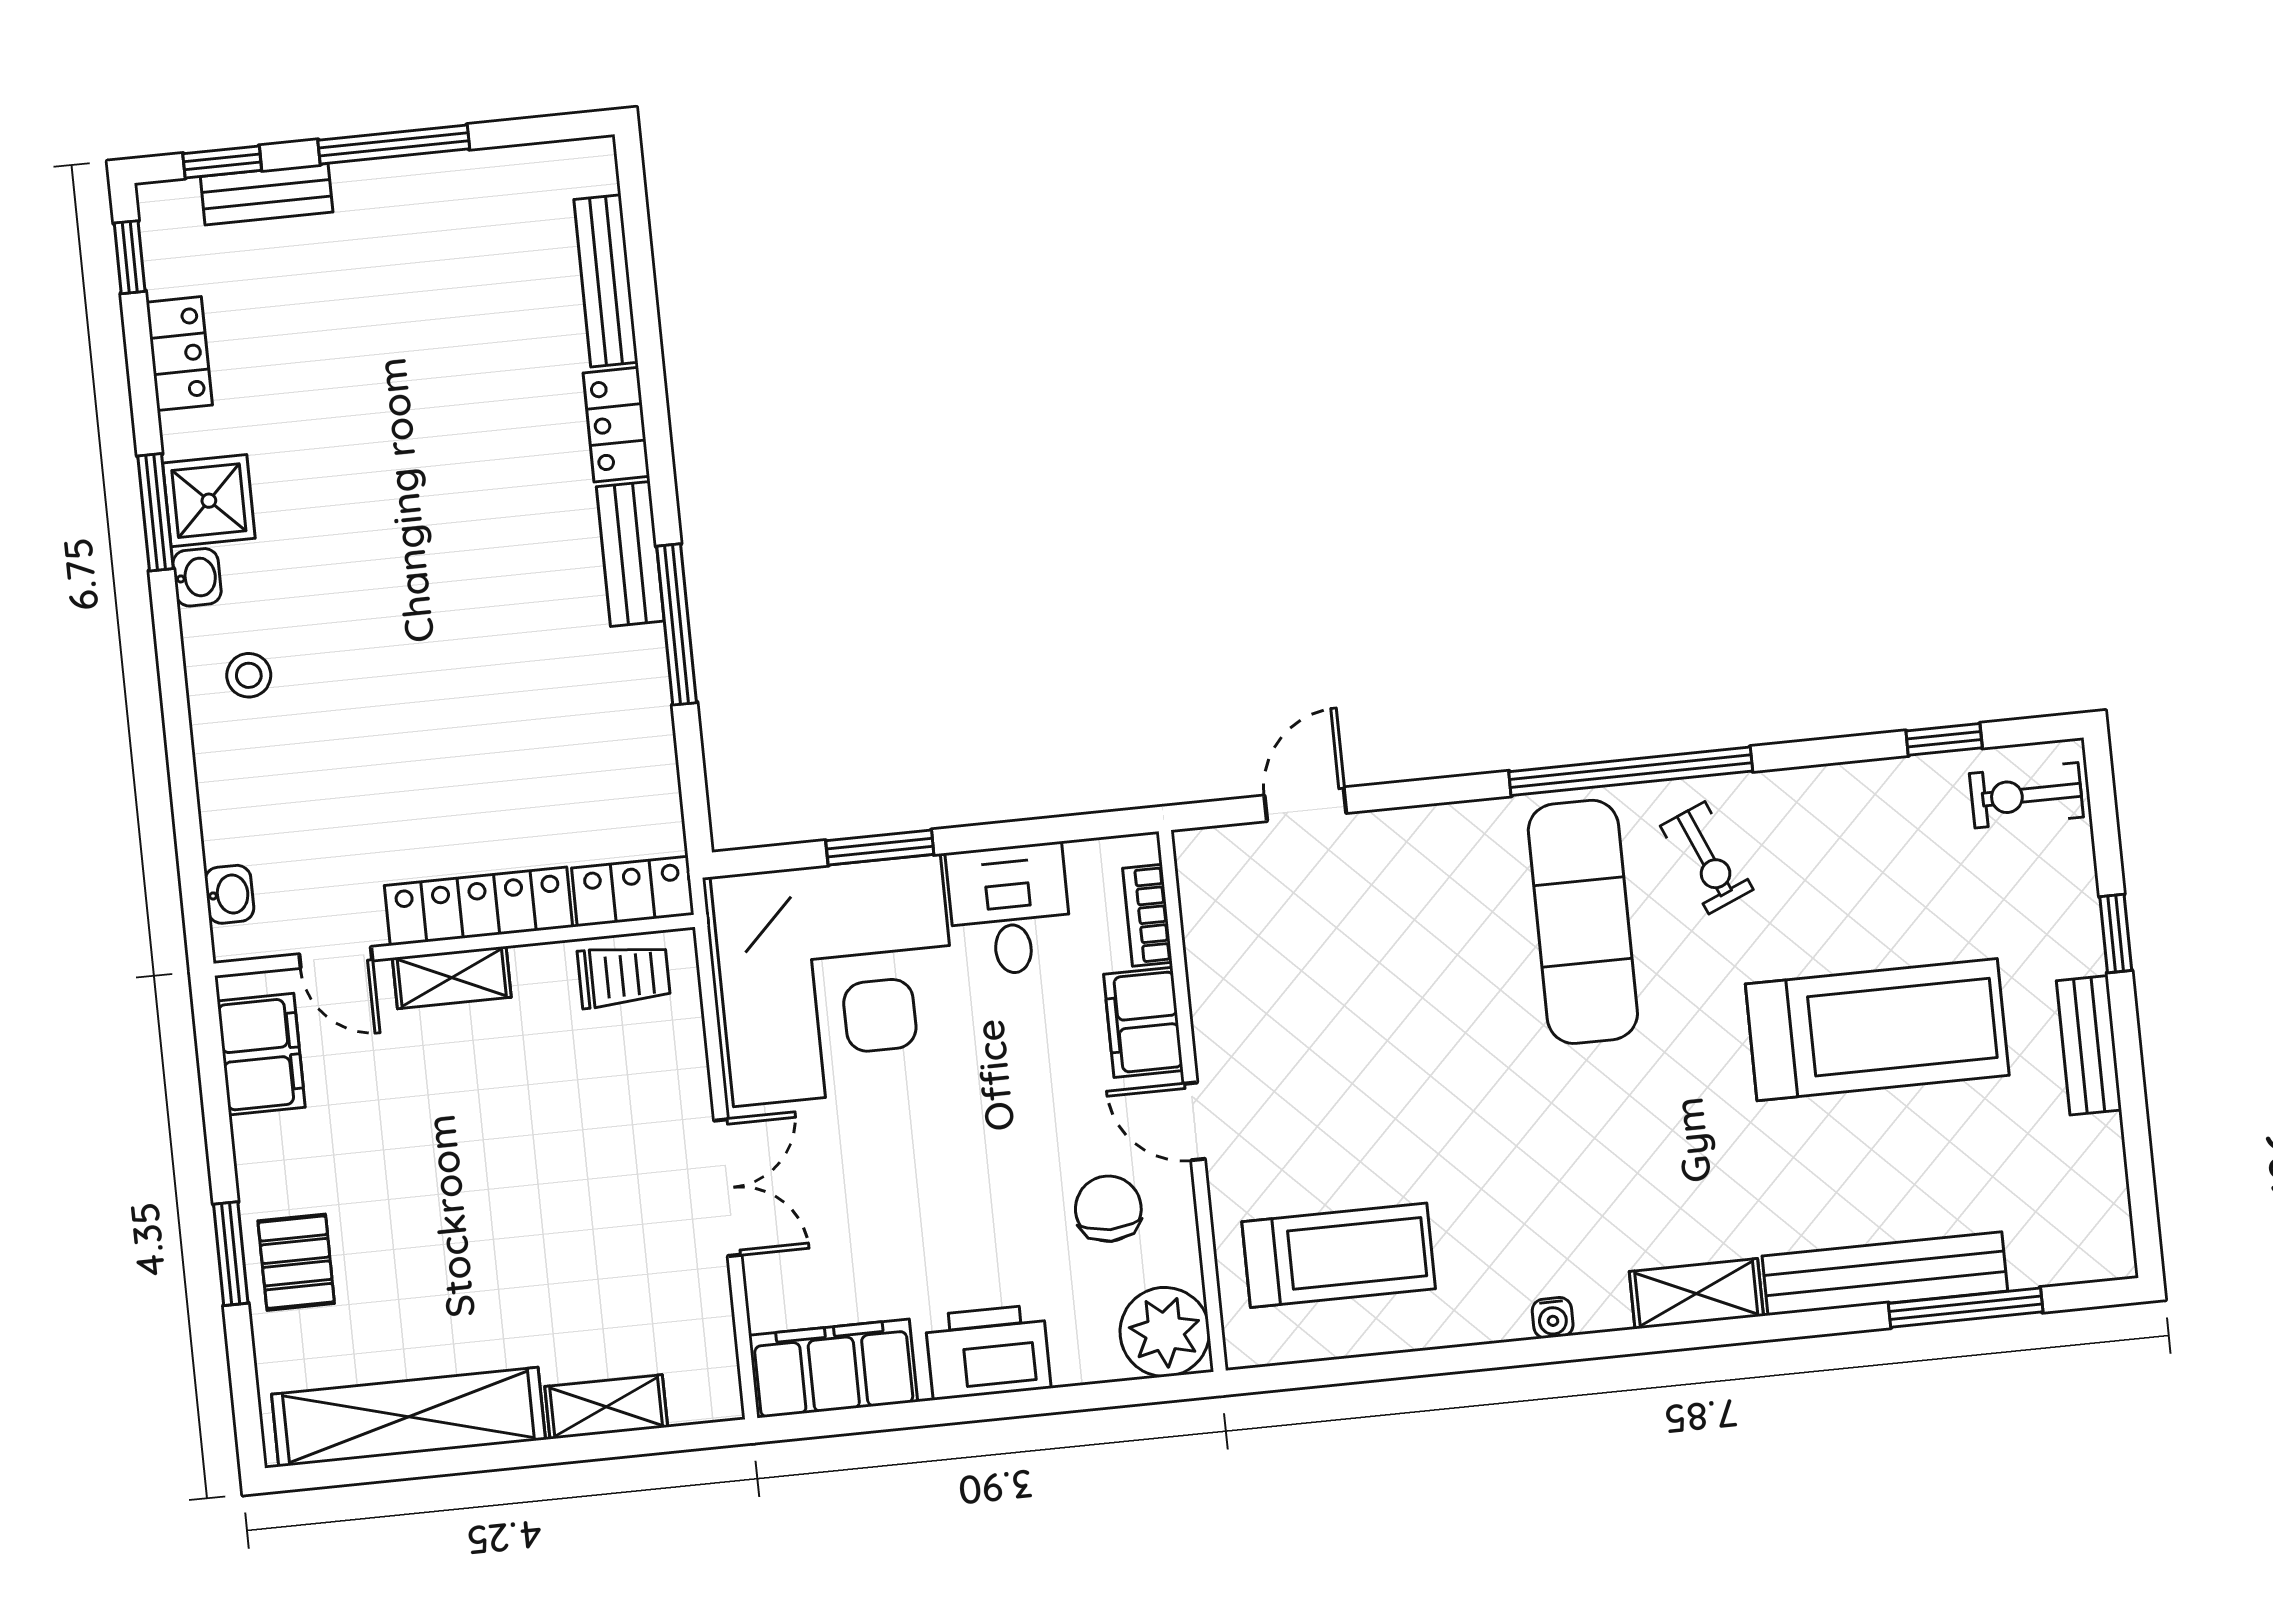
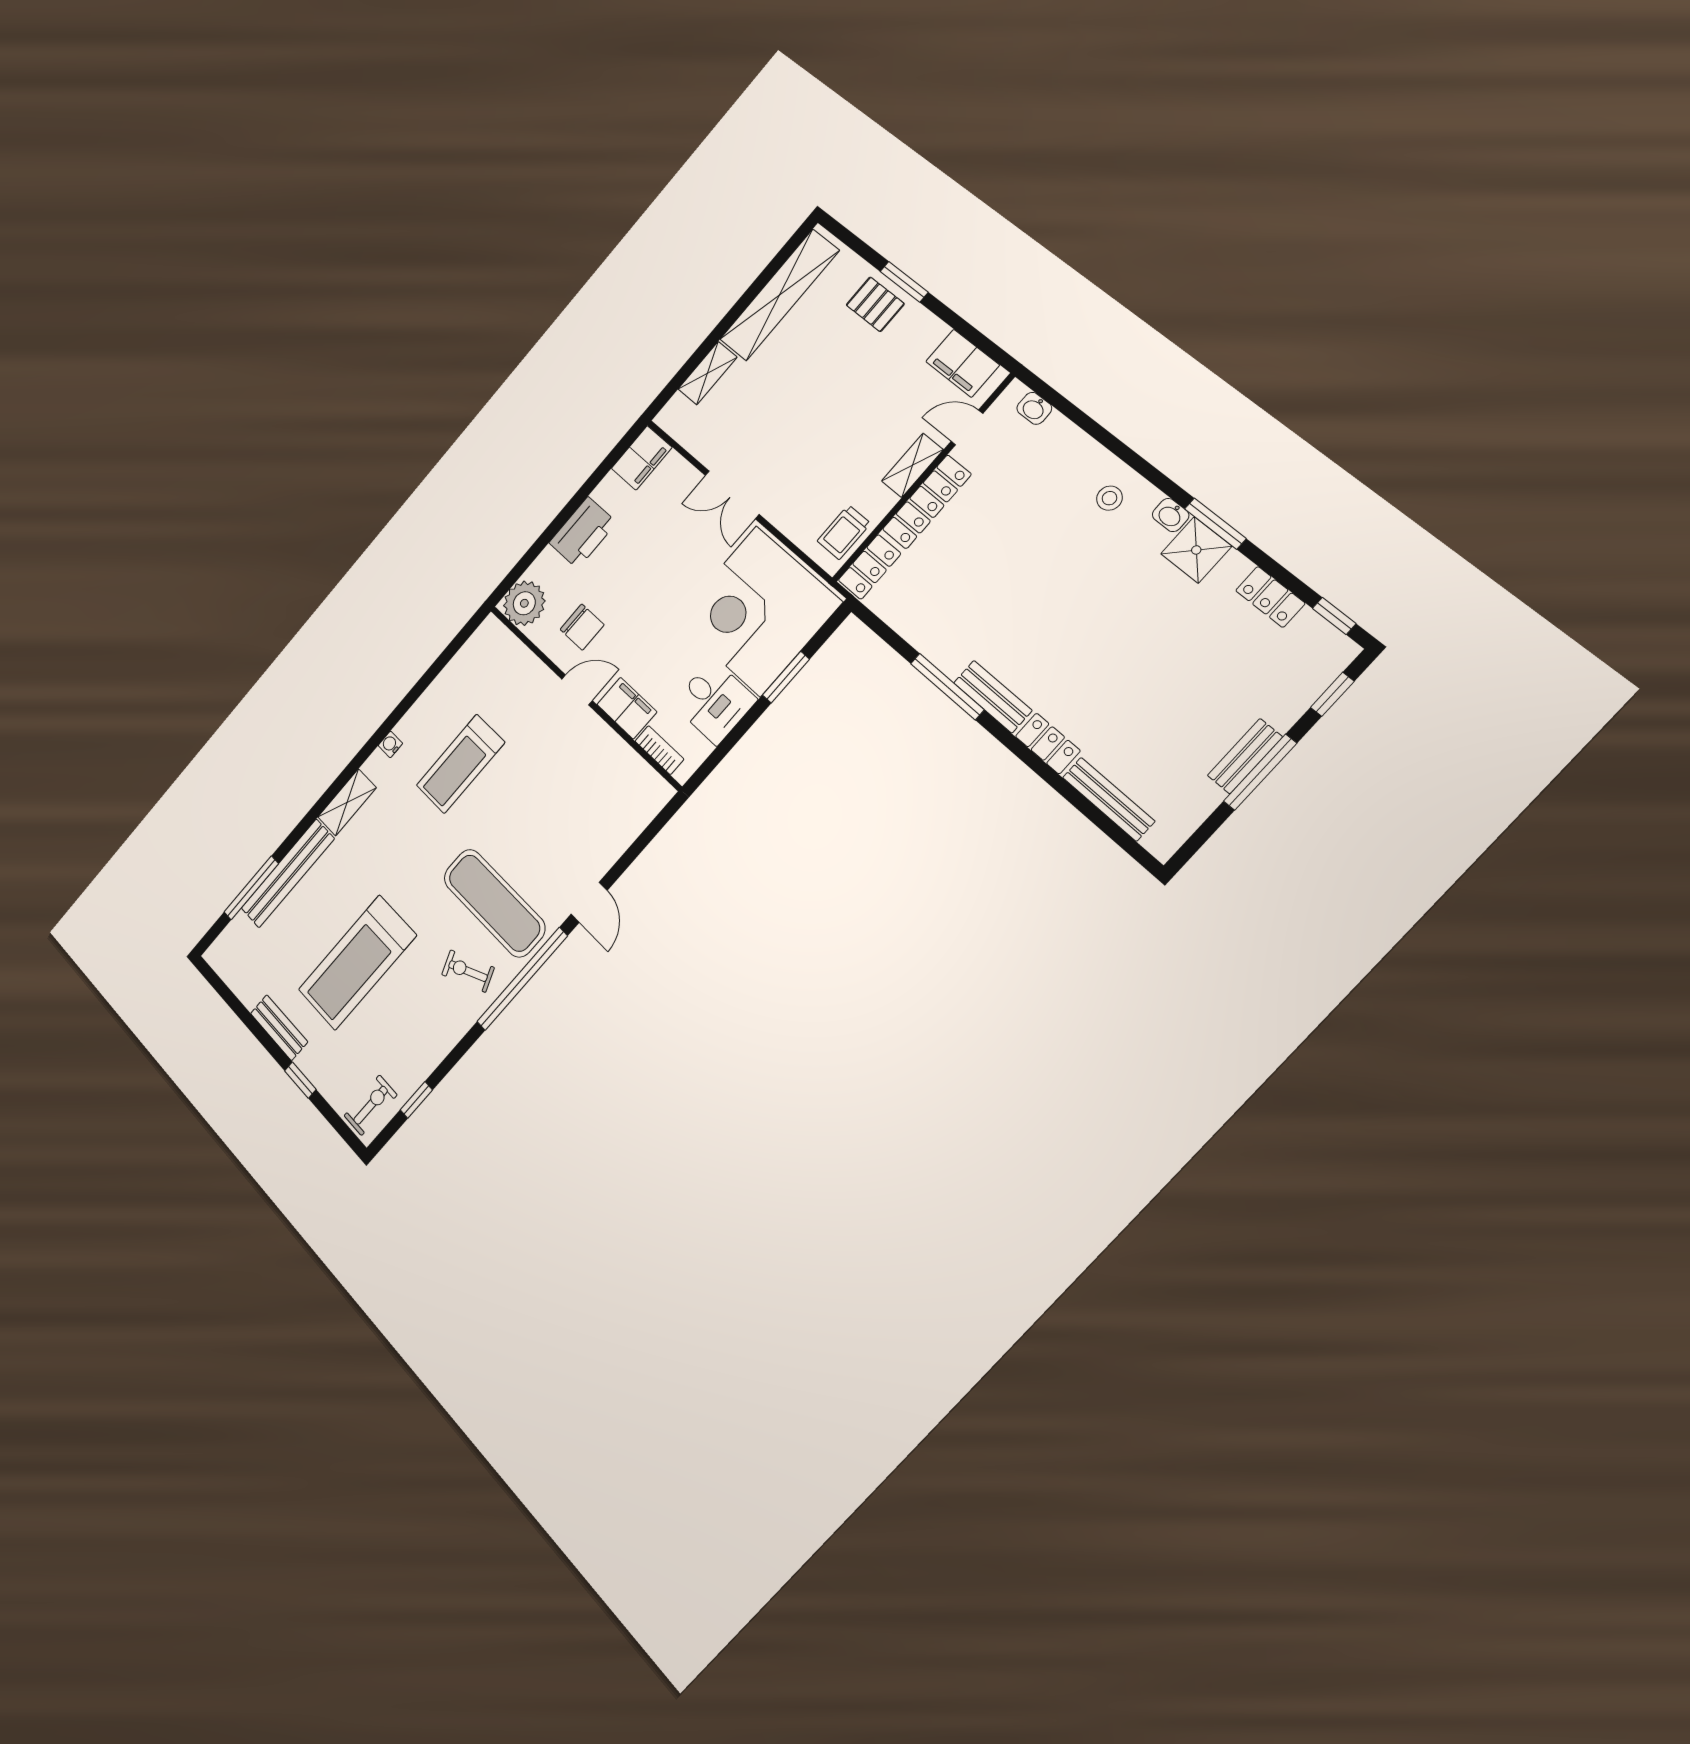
bench: (267, 194) -> (1245, 756), moved
door: (1305, 804) -> (589, 902), moved
treadmill: (1339, 1255) -> (460, 764), moved
filing cabinet: (833, 1368) -> (642, 458), width x0.67, depth x0.86

